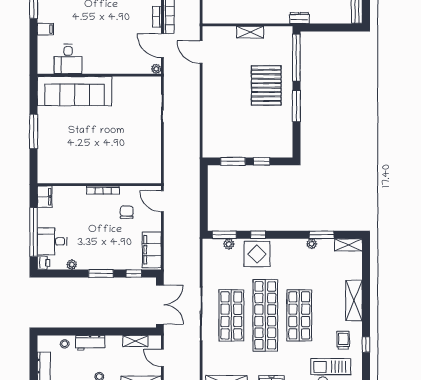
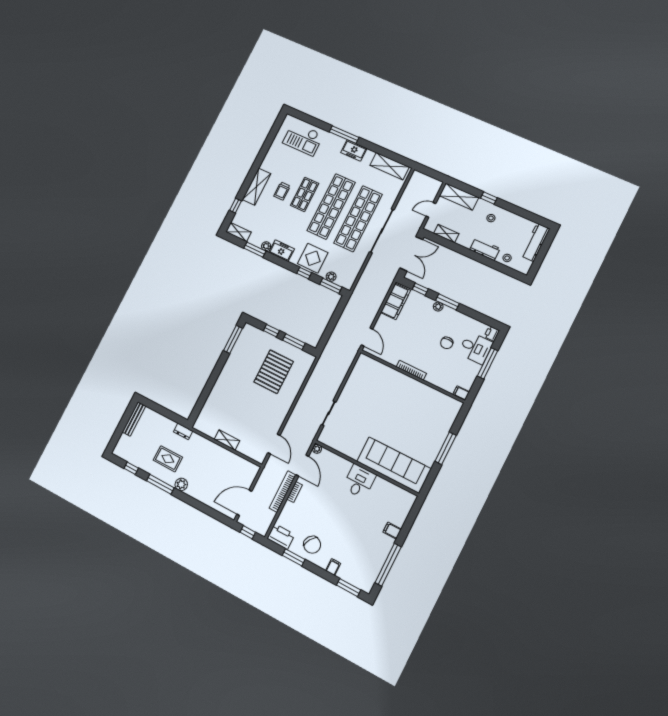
window: (296, 58) -> (202, 401), removed
desk: (68, 59) -> (359, 481), moved
pallet: (266, 85) -> (274, 372), moved
window: (296, 106) -> (233, 339), moved
filing cabinet: (45, 197) -> (461, 393), width x0.50
chair: (127, 212) -> (447, 343), moved
window: (34, 232) -> (488, 363), width x0.68
freezer: (293, 247) -> (282, 251), added
plant: (72, 265) -> (438, 307), moved
double door: (160, 305) -> (411, 254), swing flipped
shop shelf: (231, 315) -> (358, 219), width x1.40
shop shelf: (299, 315) -> (305, 194), width x0.70, depth x0.74
trolley: (343, 340) -> (282, 191), moved
window: (366, 344) -> (235, 206), moved
door: (162, 358) -> (431, 210), swing flipped

